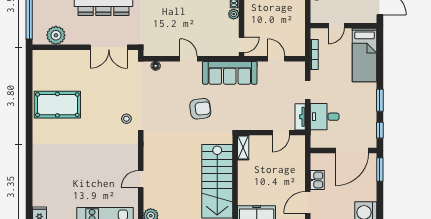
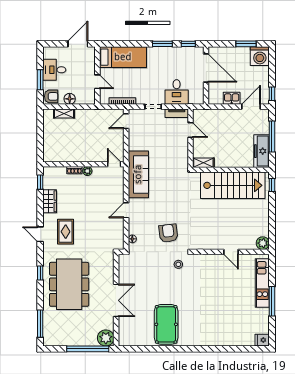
plant: (56, 35) -> (106, 338), moved
double door: (109, 47) -> (116, 300), moved
door: (276, 59) -> (126, 121), moved
armchair: (200, 109) -> (168, 233), moved
window: (380, 169) -> (246, 44), moved
door: (308, 202) -> (251, 107), swing flipped

